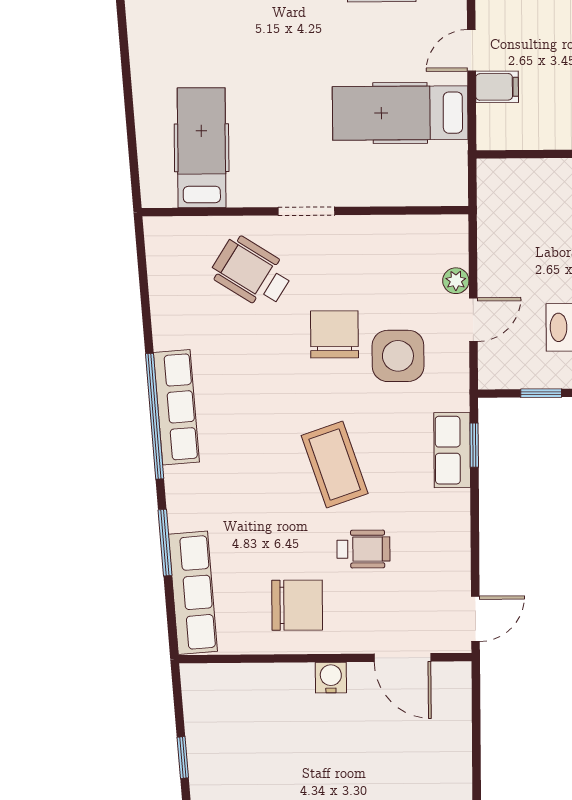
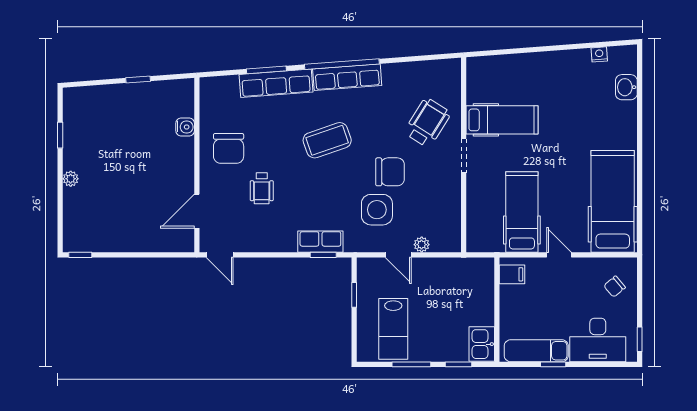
filing cabinet: (497, 87) -> (512, 274), moved, turned -90
hospital bed: (202, 148) -> (502, 120), moved
coffee table: (335, 465) -> (327, 140), moved
row of seats: (193, 593) -> (276, 83), moved
water cooler: (331, 678) -> (185, 127), moved

